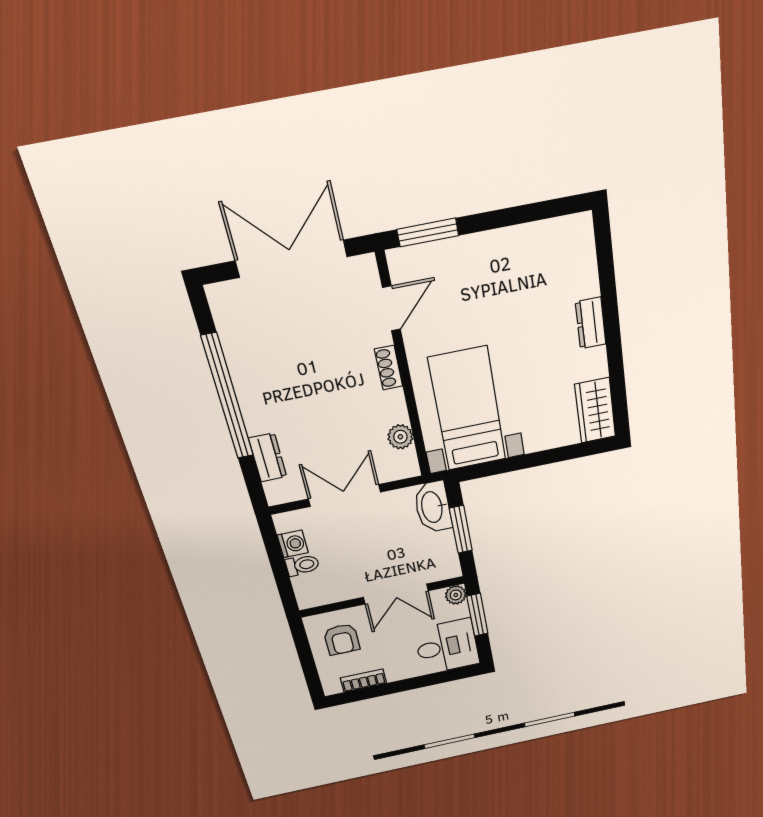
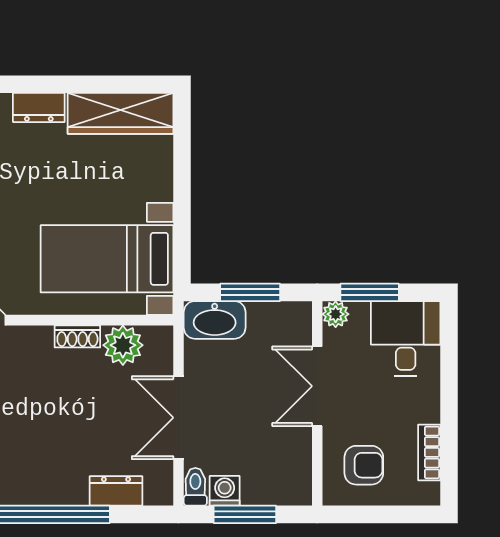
shoe rack: (389, 368) -> (77, 336), moved
wardrobe: (595, 410) -> (120, 113), width x1.50
plant: (400, 437) -> (123, 345), width x1.38, depth x1.38
window: (278, 563) -> (245, 514), added
toilet: (302, 565) -> (195, 487), moved
double door: (396, 594) -> (317, 386), swing flipped

